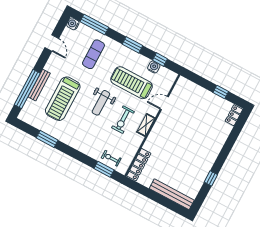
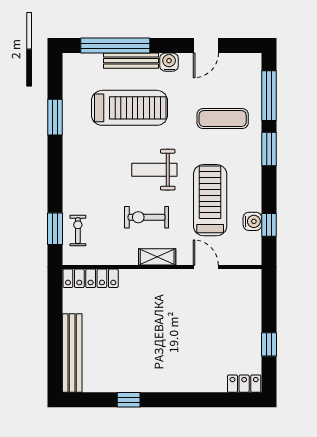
water cooler: (73, 24) -> (169, 62), moved
window: (133, 45) -> (269, 149), moved
treadmill: (63, 99) -> (129, 108), turned 180

